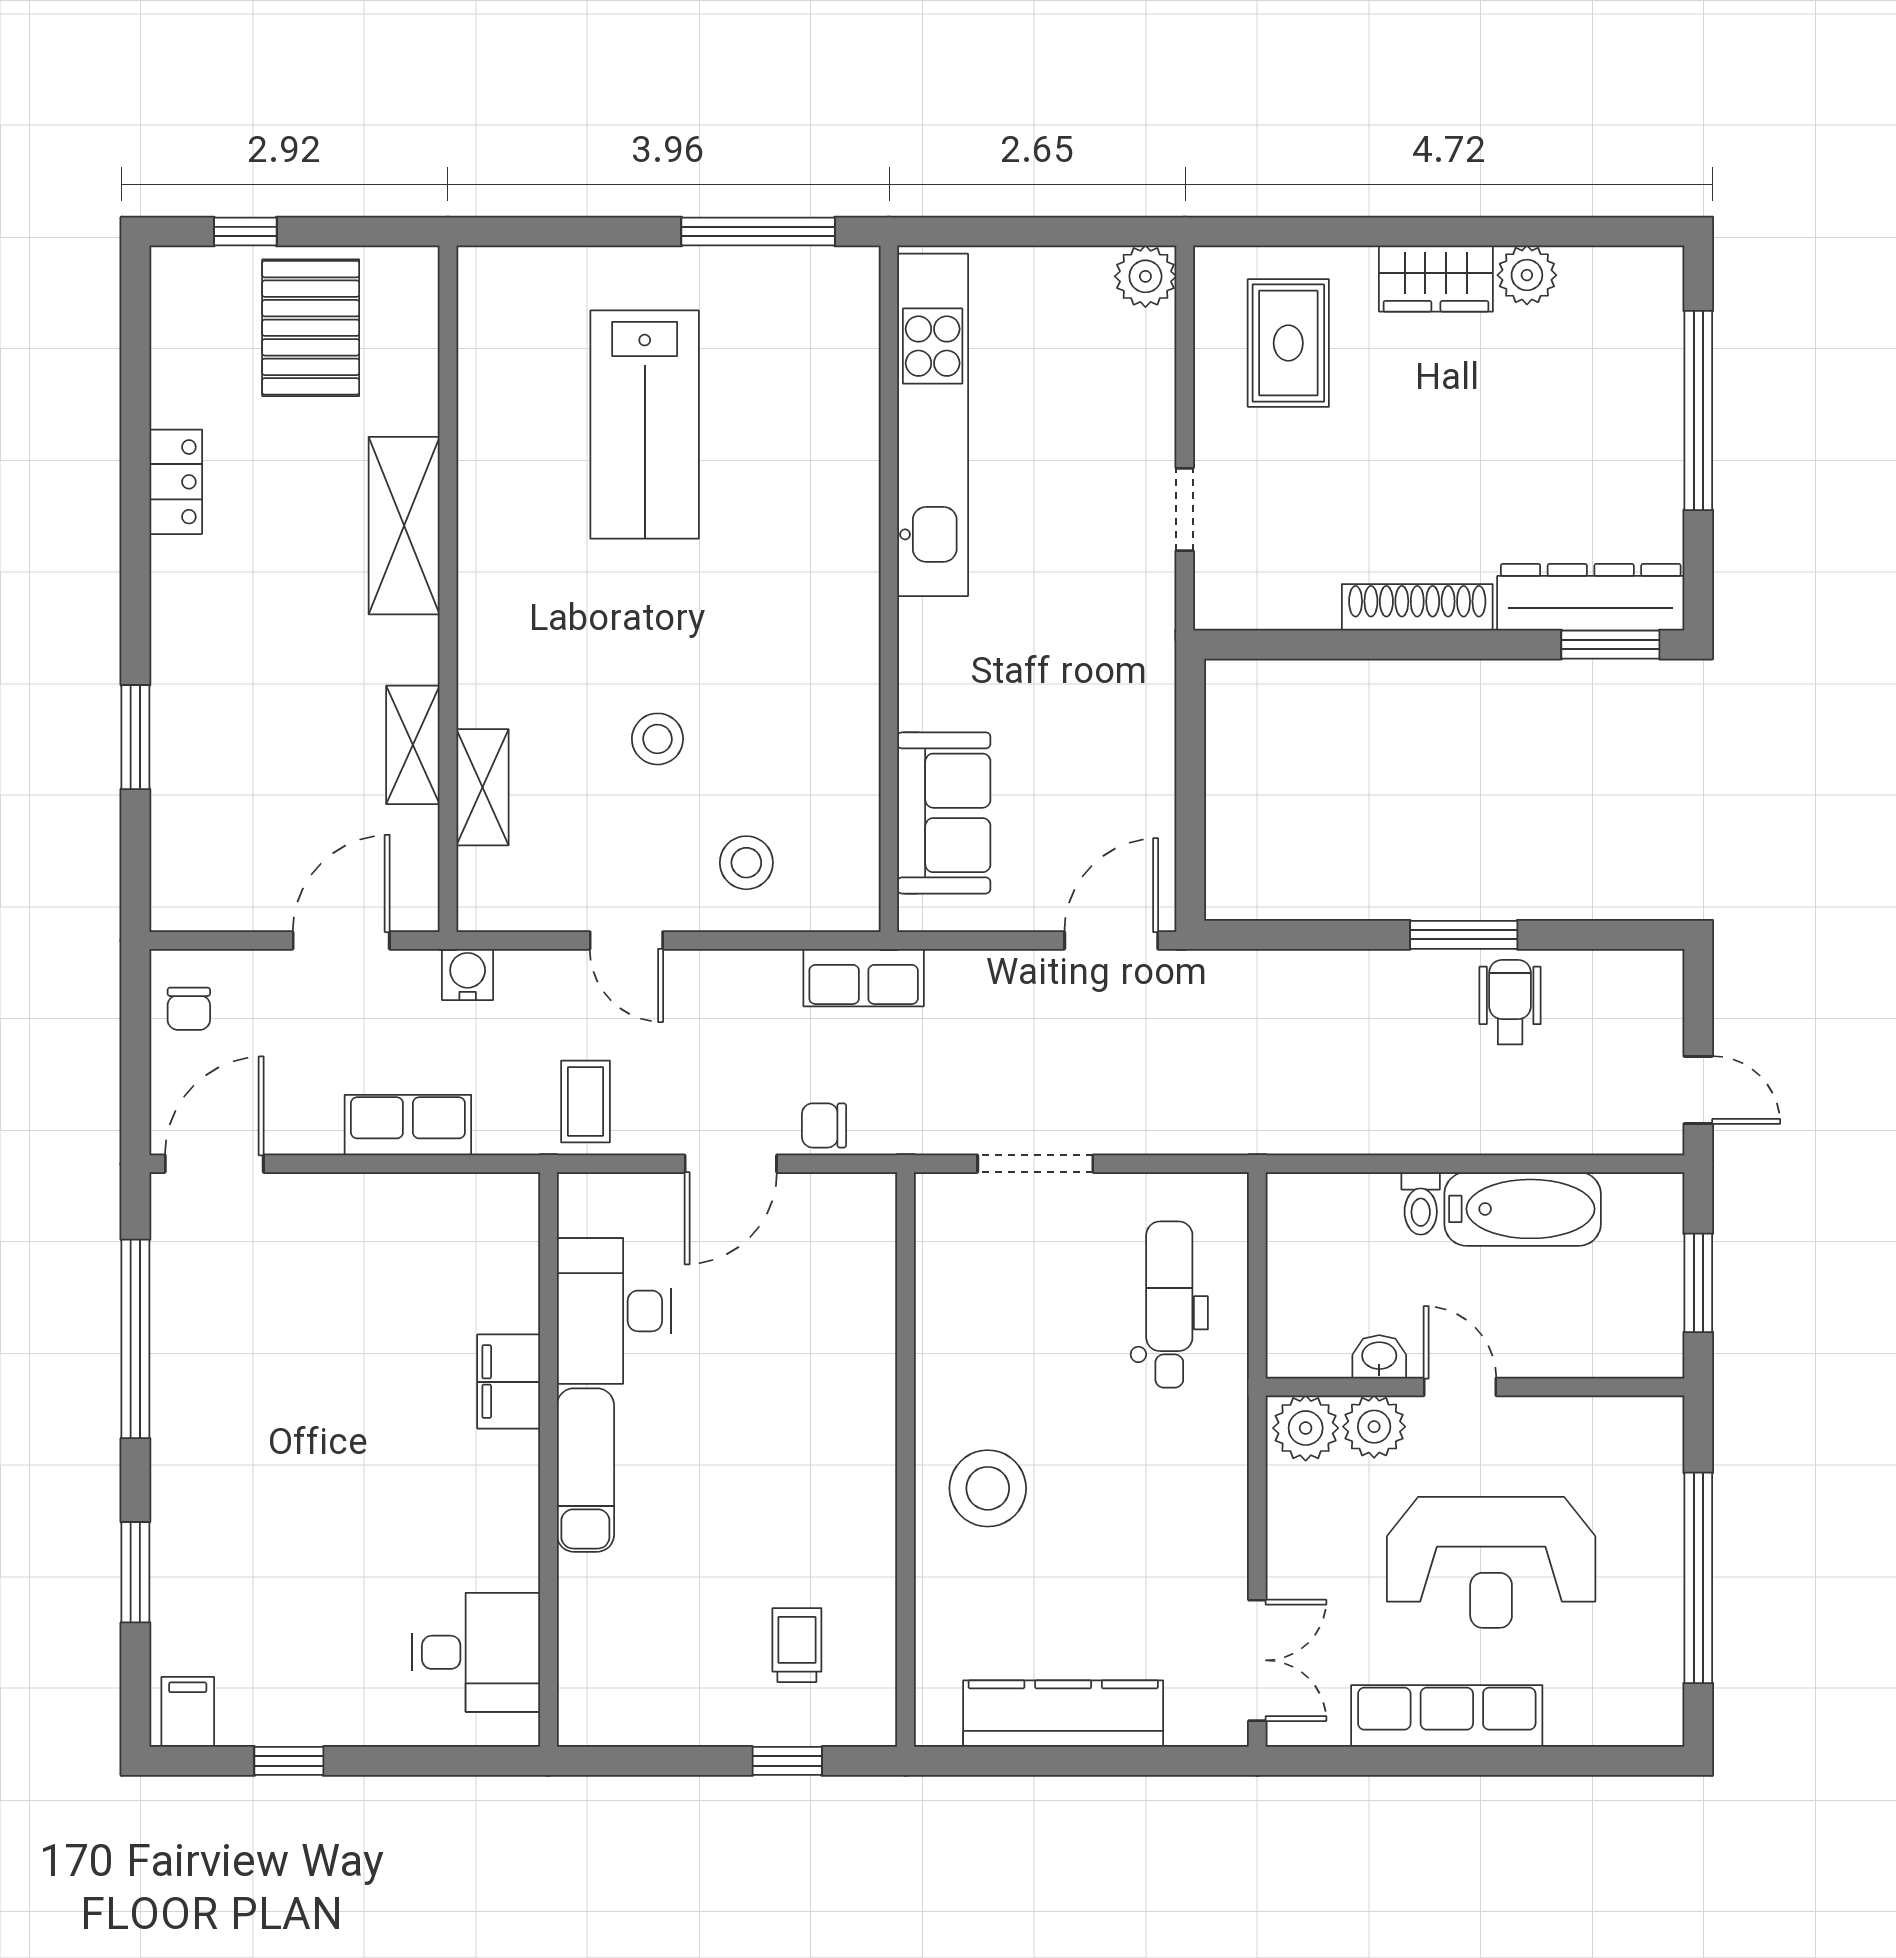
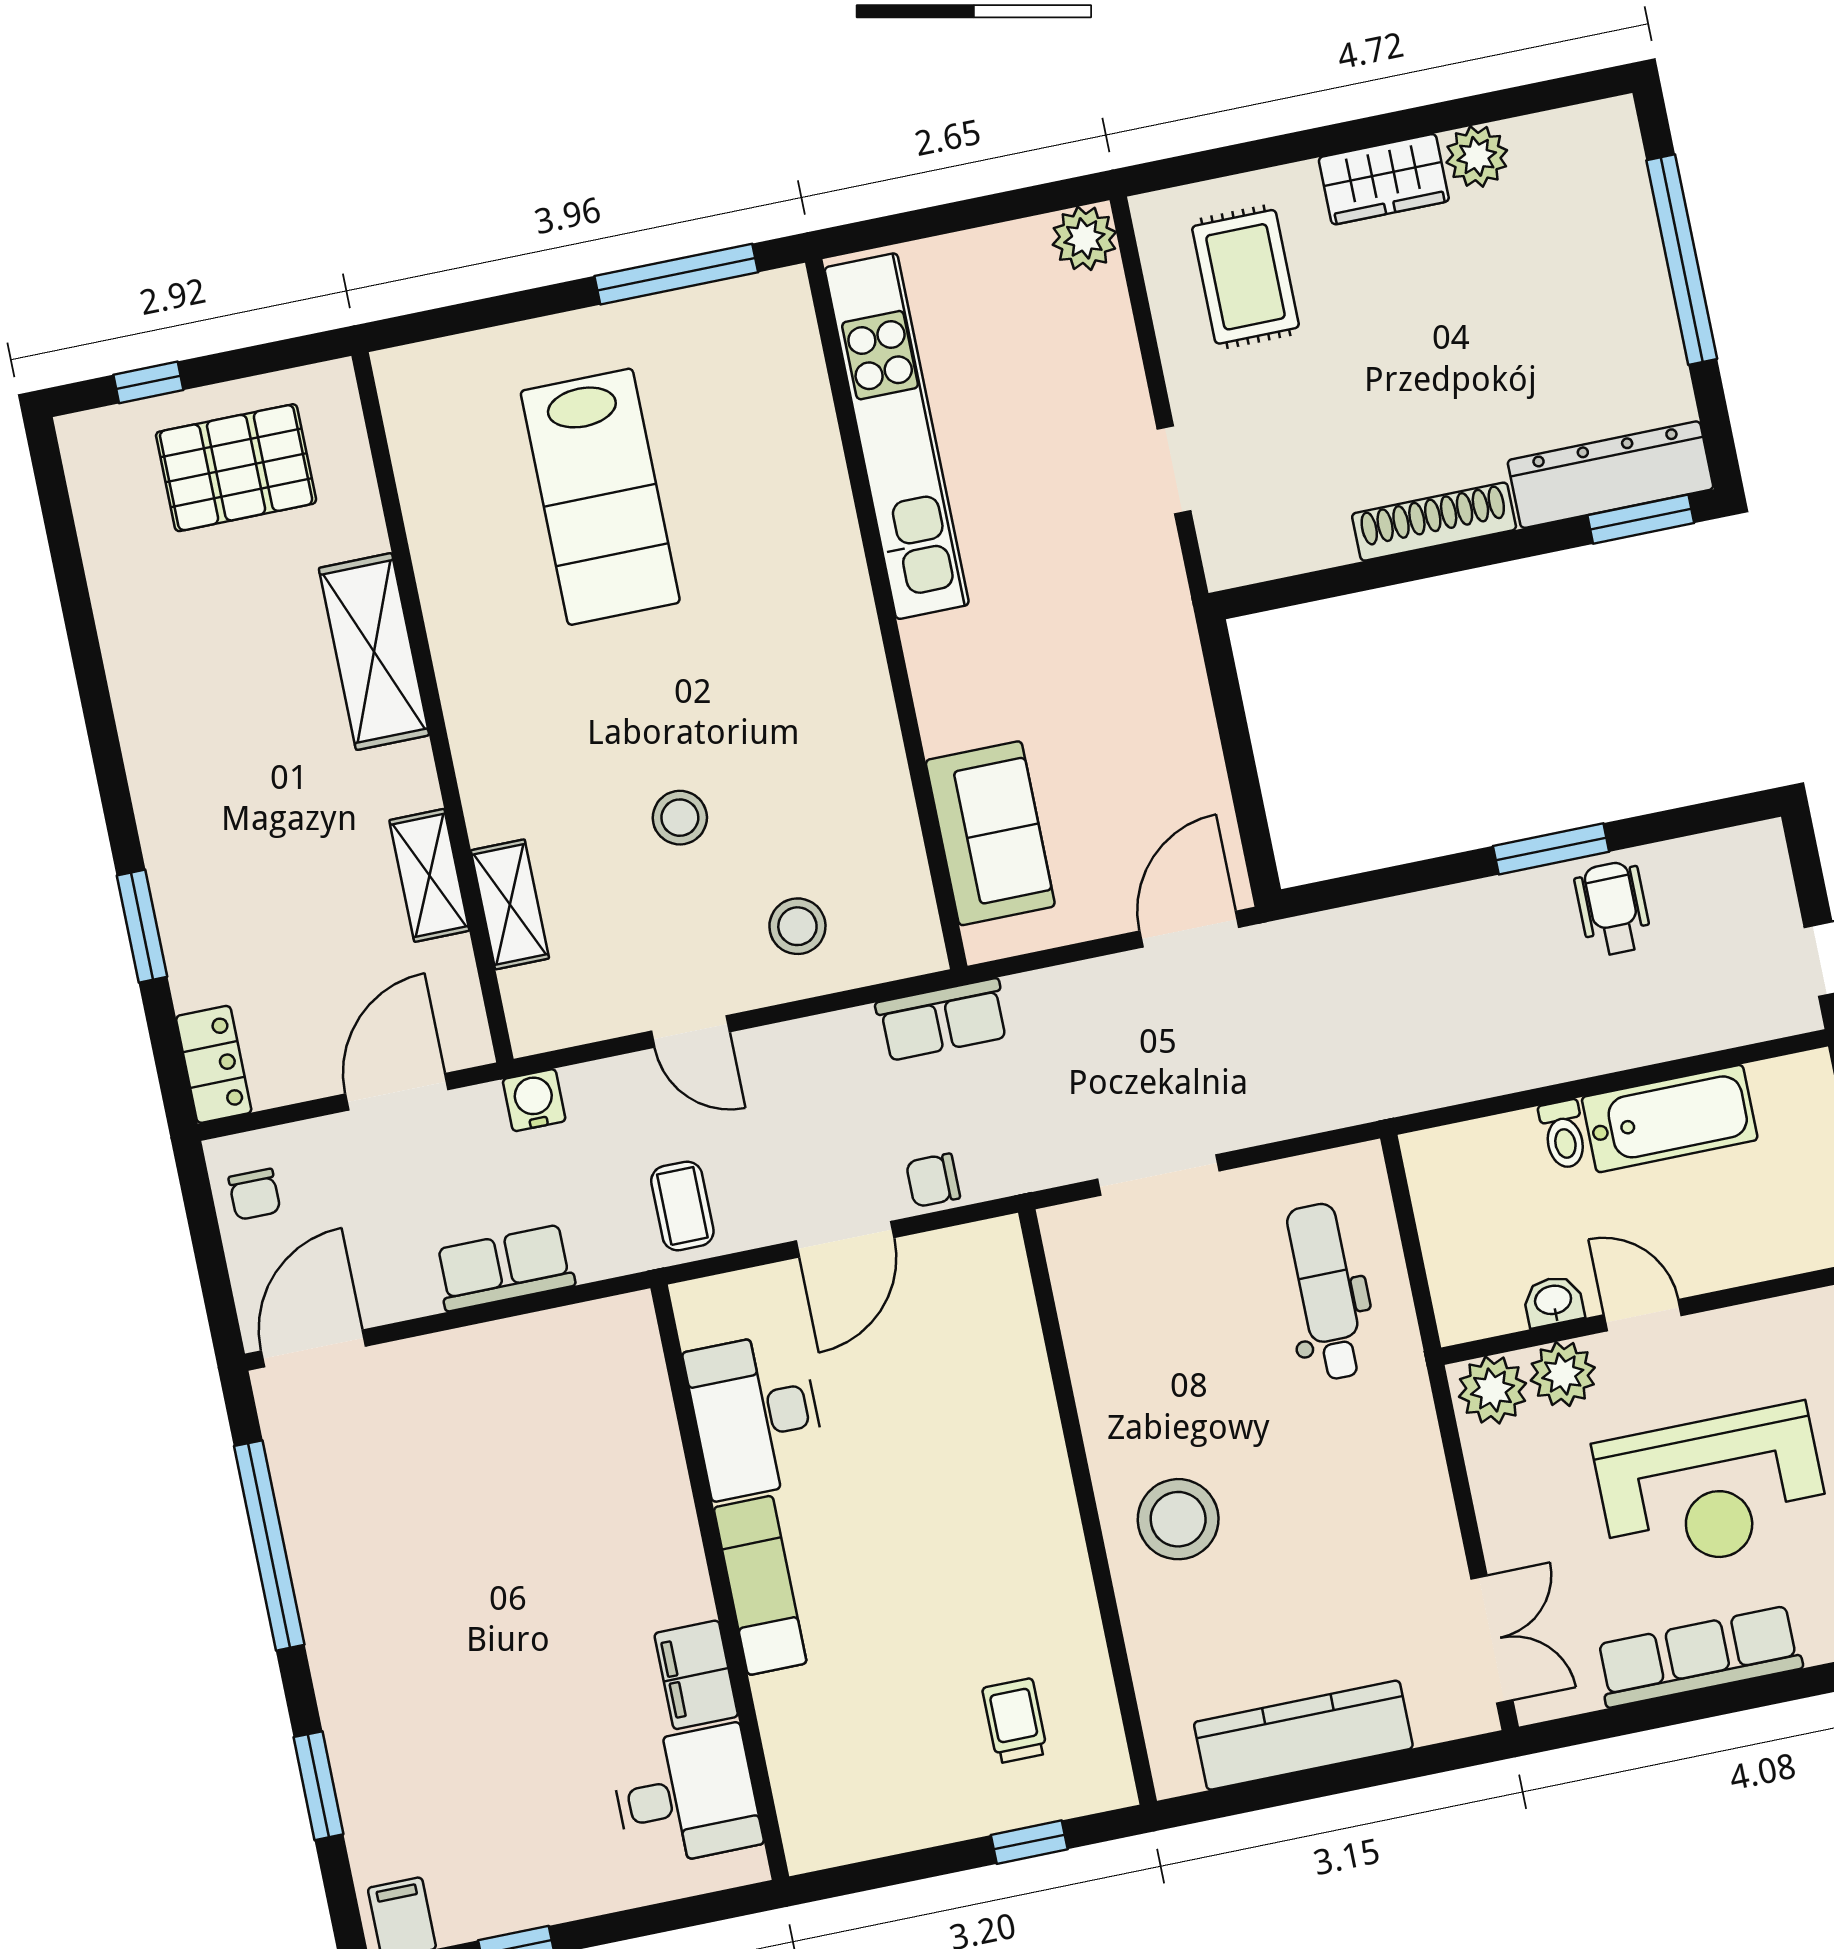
pallet: (311, 328) -> (236, 468), turned 90
locker: (176, 482) -> (214, 1064), moved
filing cabinet: (509, 1382) -> (696, 1675), moved

